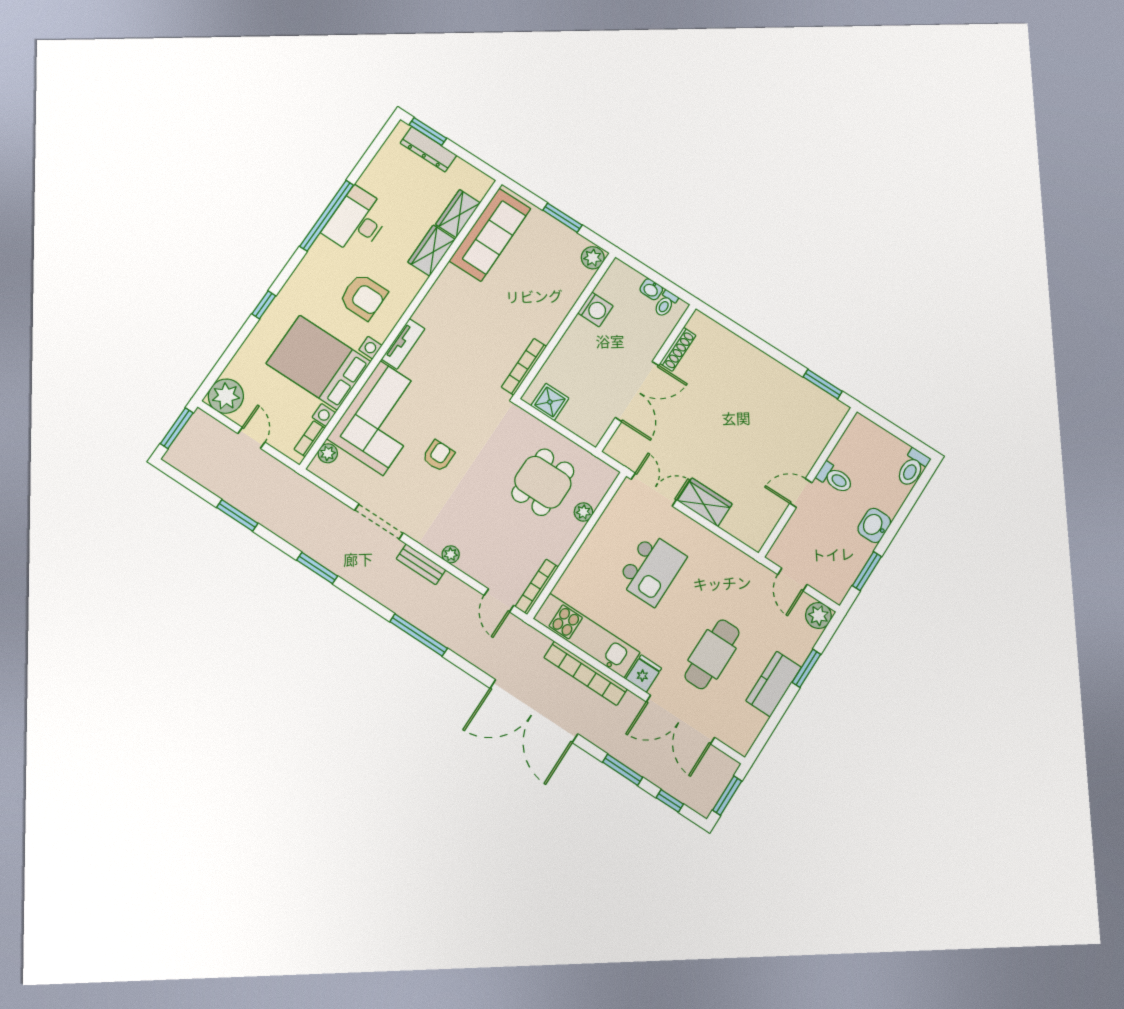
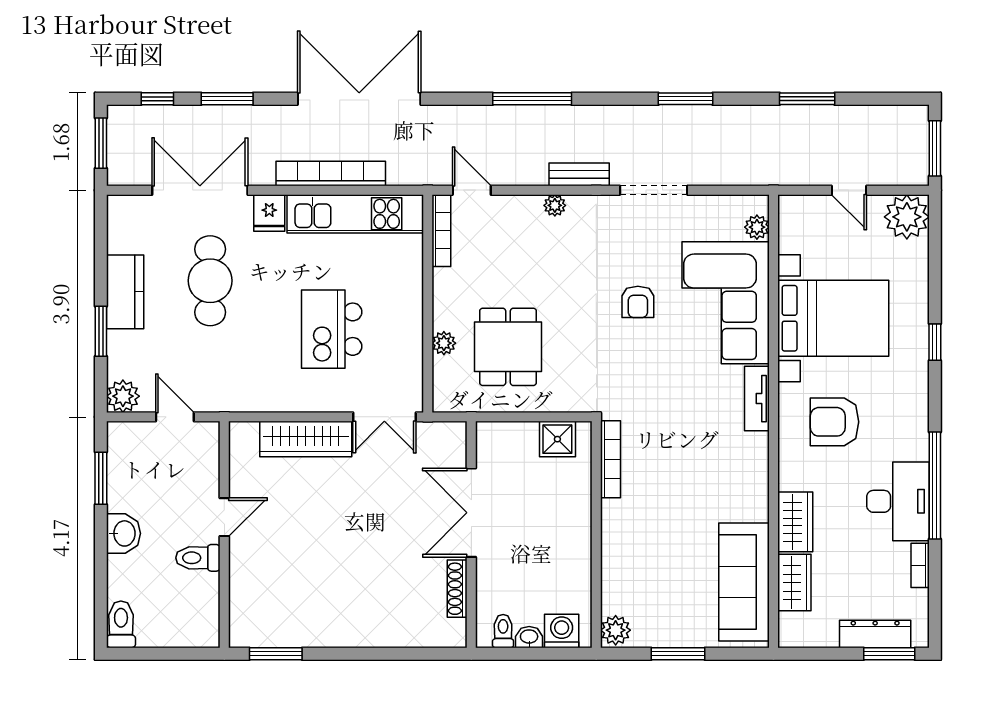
washing machine: (595, 309) -> (562, 631), moved, turned 90
bookcase: (310, 439) -> (920, 565), moved, turned 180
wardrobe: (705, 502) -> (306, 439), width x1.50

